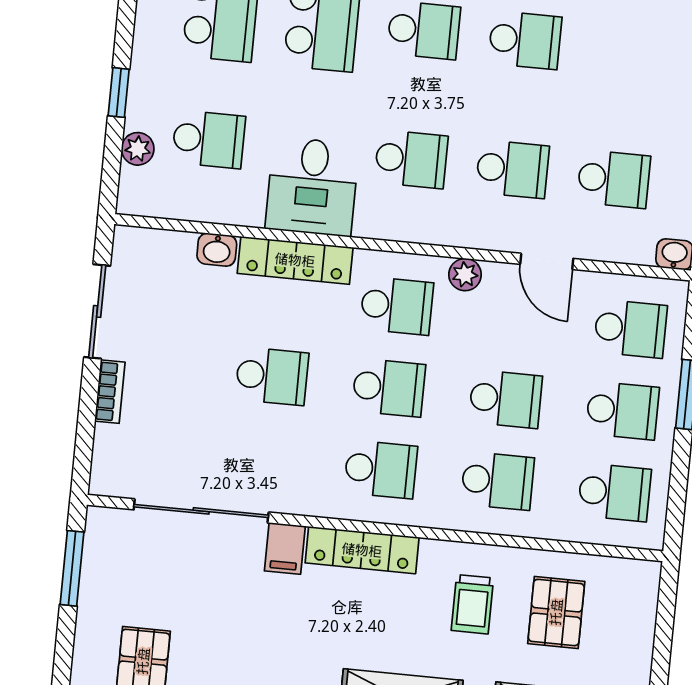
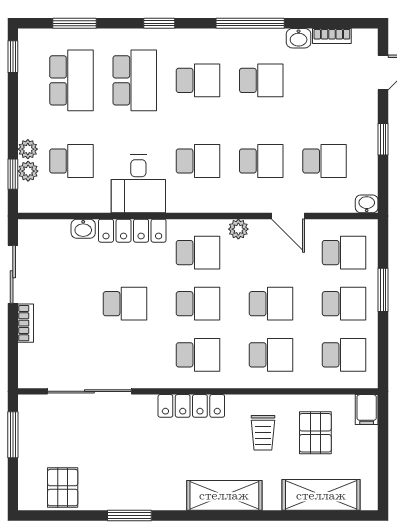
window: (119, 92) -> (13, 174), moved
plant: (141, 114) -> (28, 149), added
filing cabinet: (285, 548) -> (367, 410), moved

